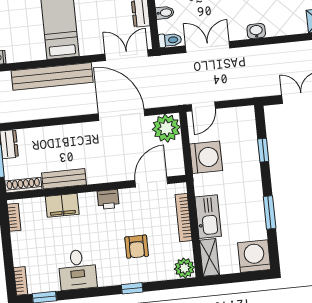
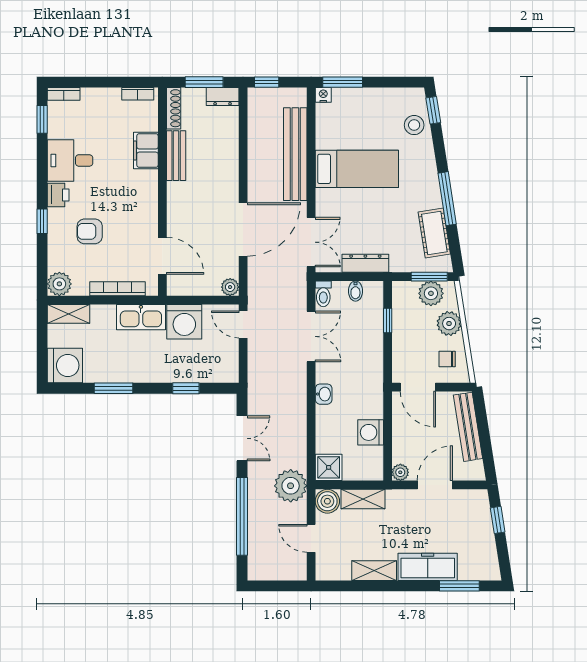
plant: (166, 128) -> (230, 287), width x0.53, depth x0.53
printer: (108, 199) -> (58, 195), moved, turned 180
kitchen sink: (208, 217) -> (141, 317), moved

